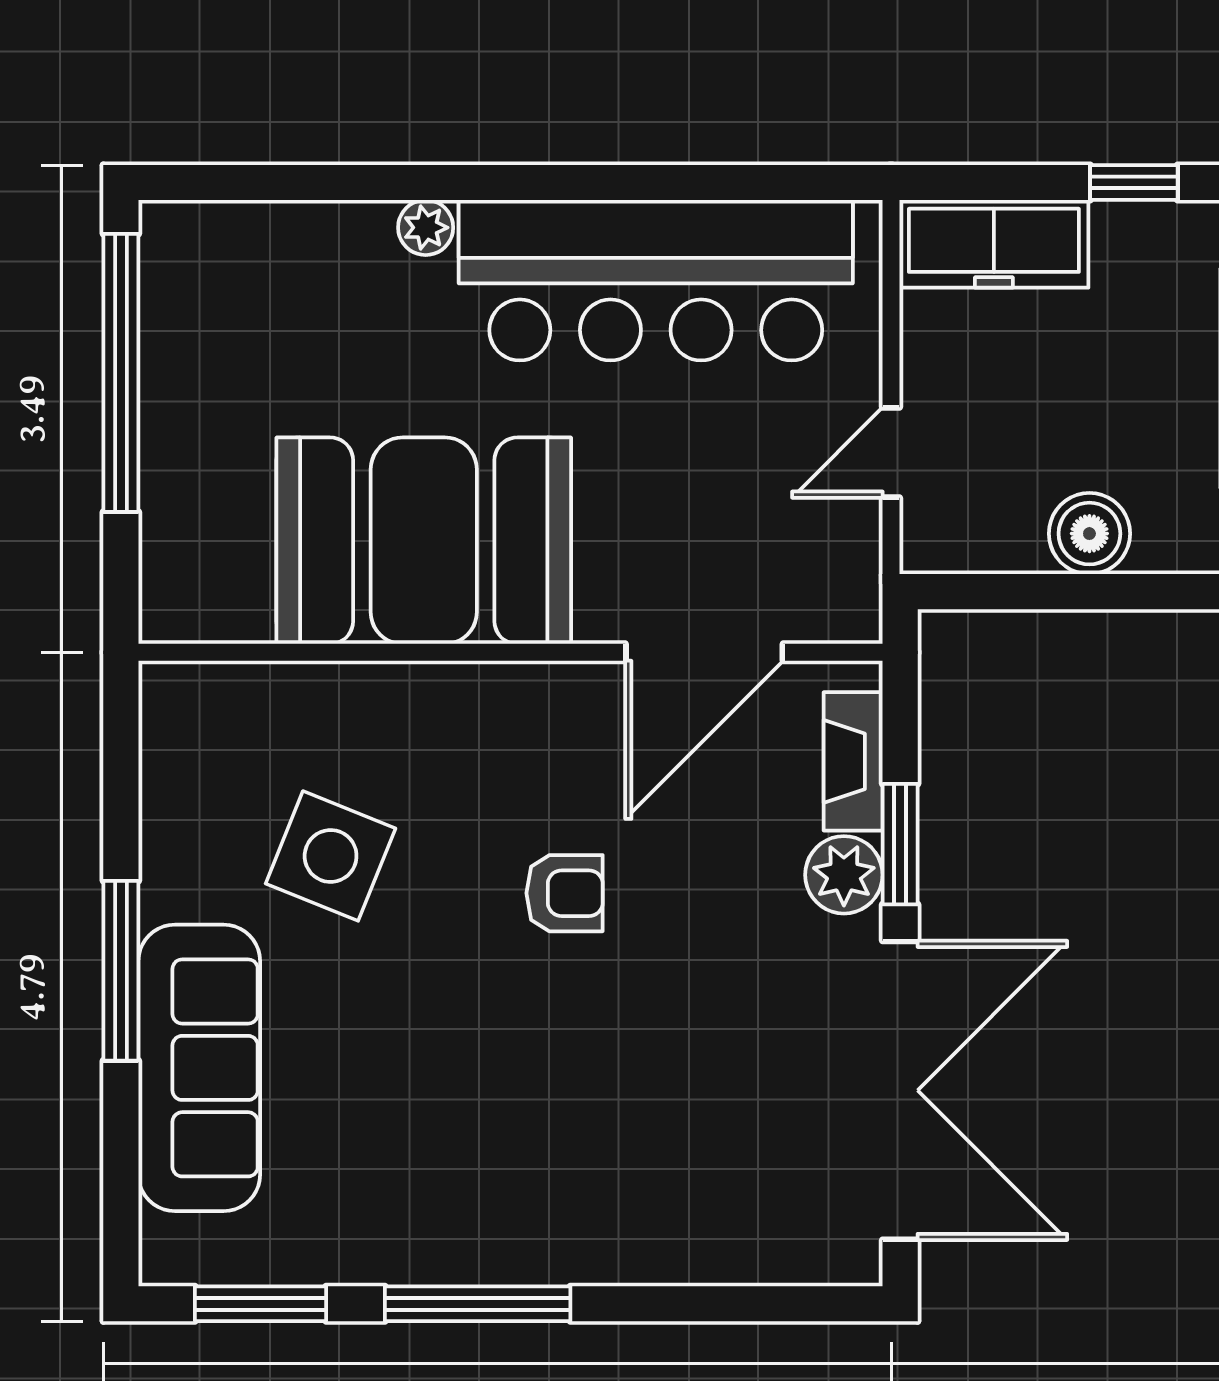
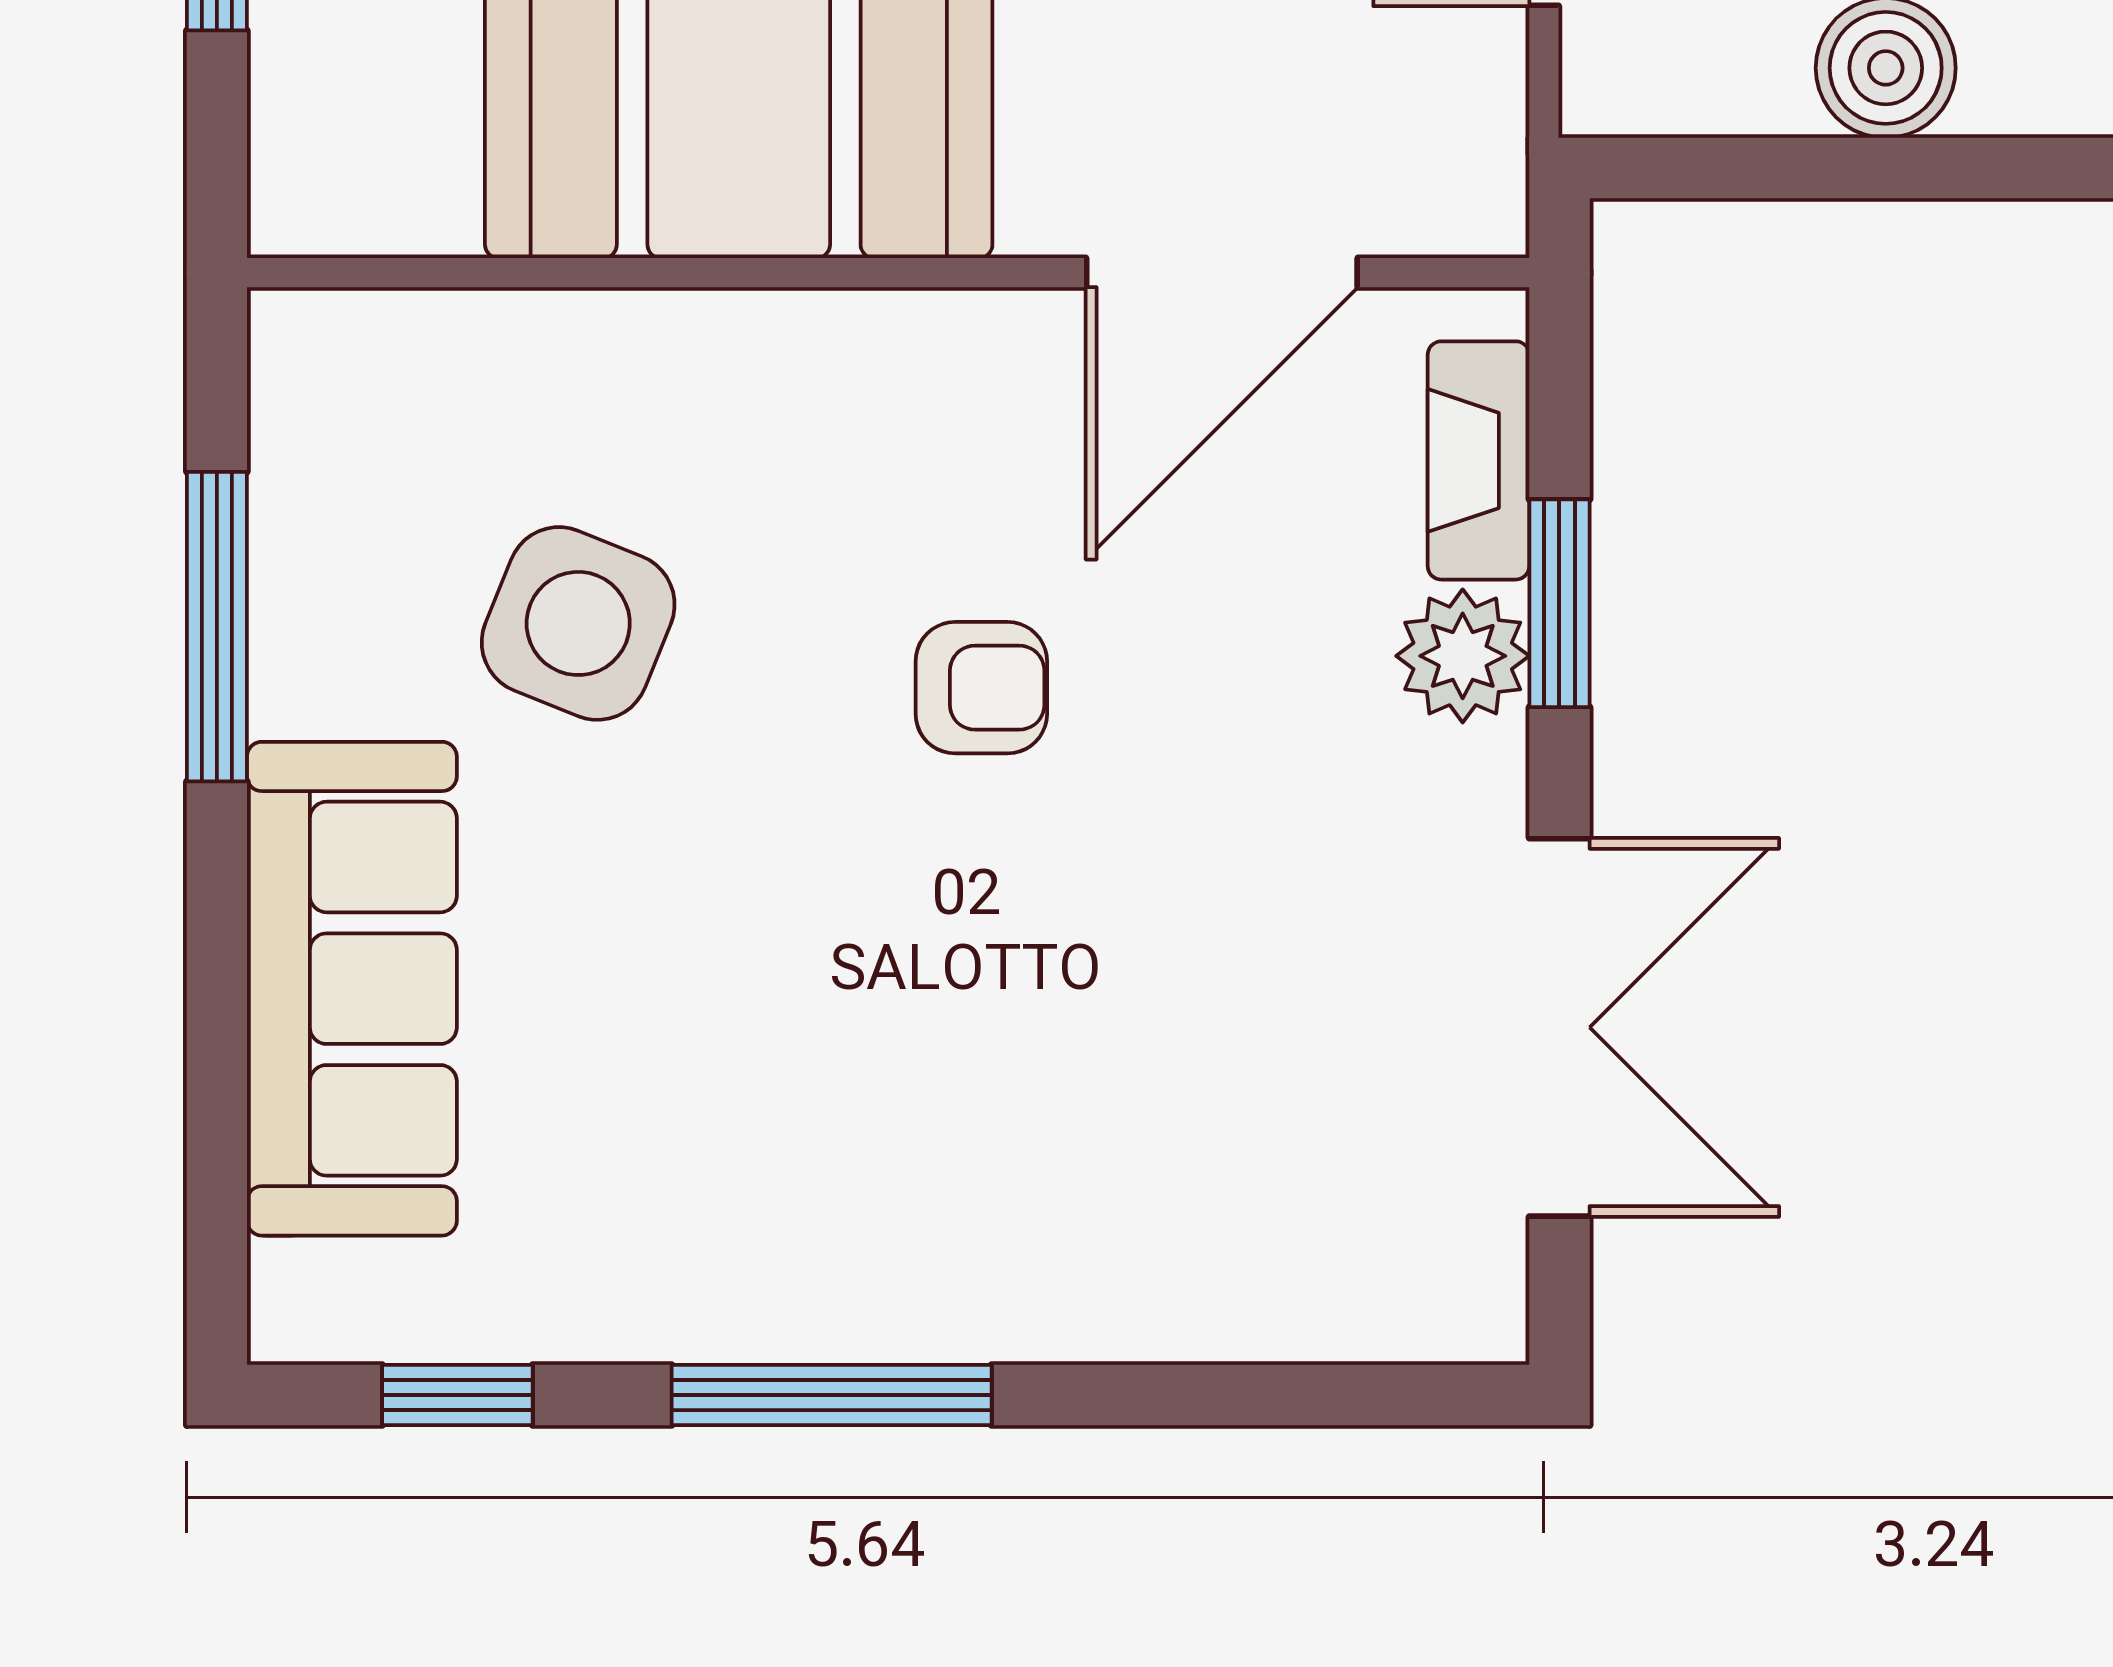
window: (121, 971) -> (217, 627), moved
double door: (900, 1090) -> (1559, 1027), width x0.73
window: (260, 1304) -> (457, 1395), width x0.67

